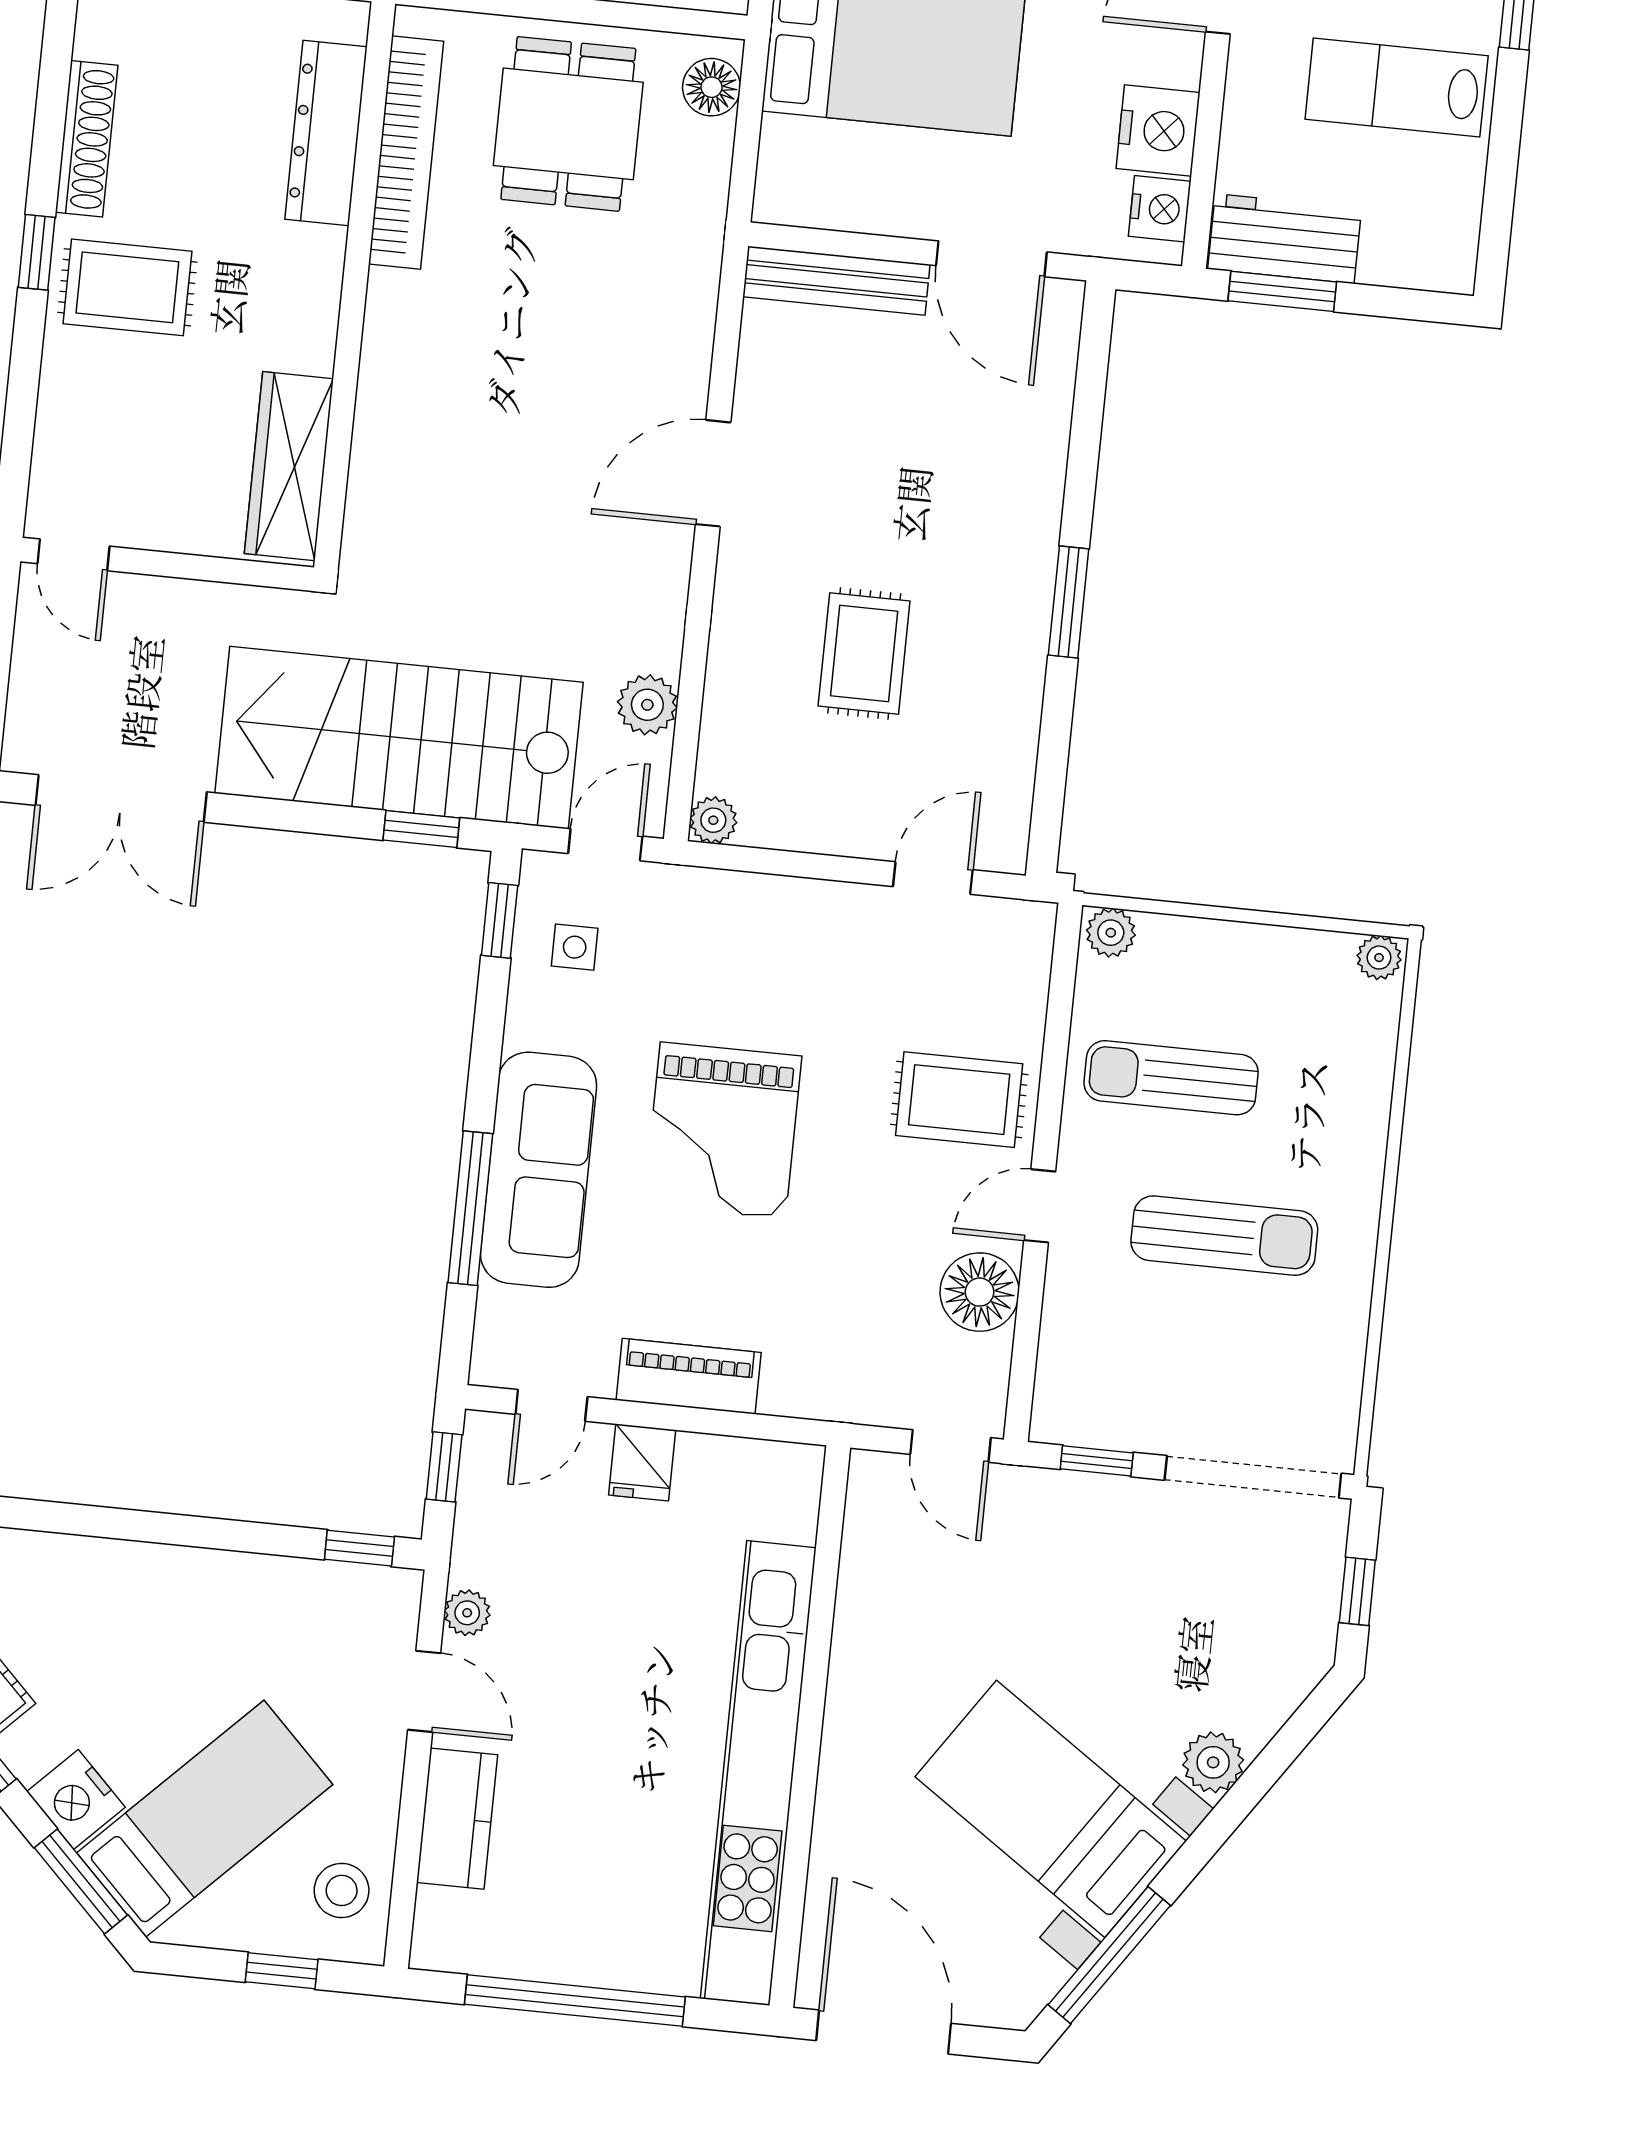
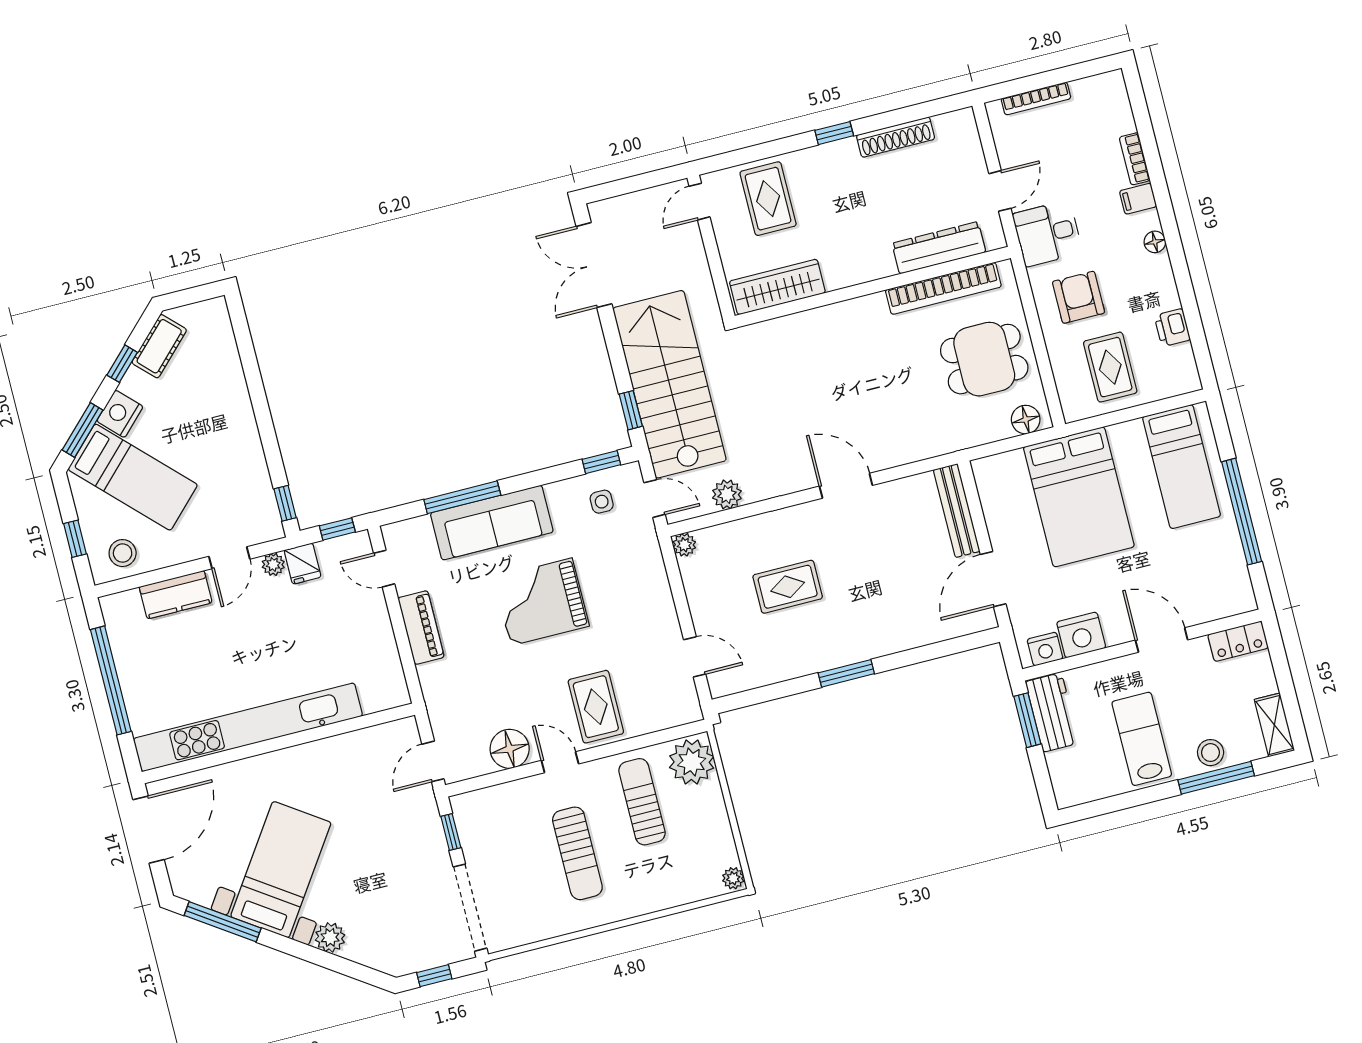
rug: (127, 287) -> (768, 199), moved
plant: (1111, 933) -> (692, 762), width x1.88, depth x1.88
fridge: (642, 1462) -> (303, 564), moved, turned -90

